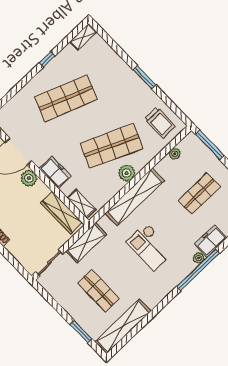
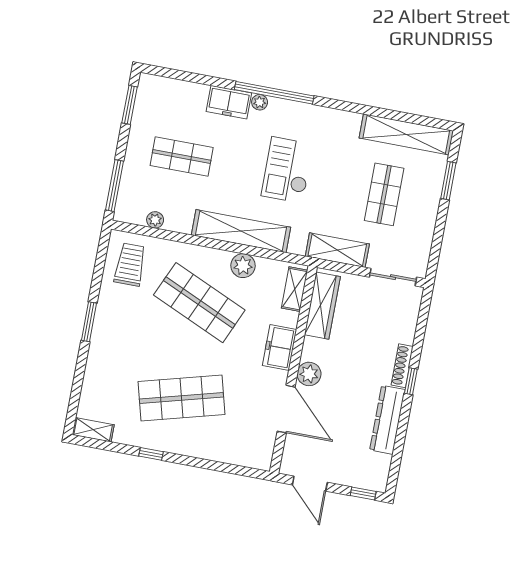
shop shelf: (66, 98) -> (181, 398), turned -36
plant: (127, 173) -> (243, 266), moved
checkout: (150, 247) -> (287, 170), turned 180

